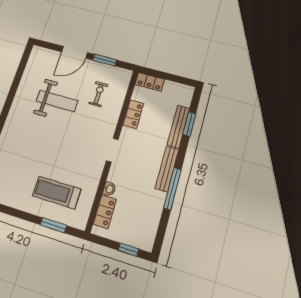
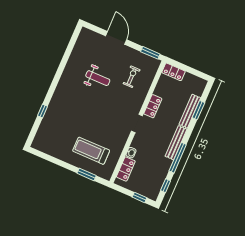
door: (75, 52) -> (116, 38), swing flipped
window: (105, 60) -> (150, 53), moved
weight bench: (57, 101) -> (98, 78), width x0.73, depth x0.75
locker: (133, 114) -> (153, 106), moved
window: (162, 229) -> (166, 186), added

